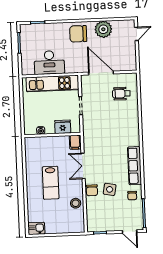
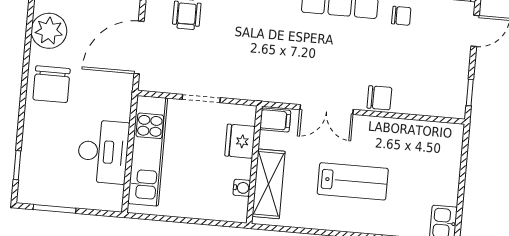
shelving: (44, 143) -> (269, 184), added
side table: (110, 189) -> (382, 61), removed
stool: (76, 203) -> (402, 135), removed

